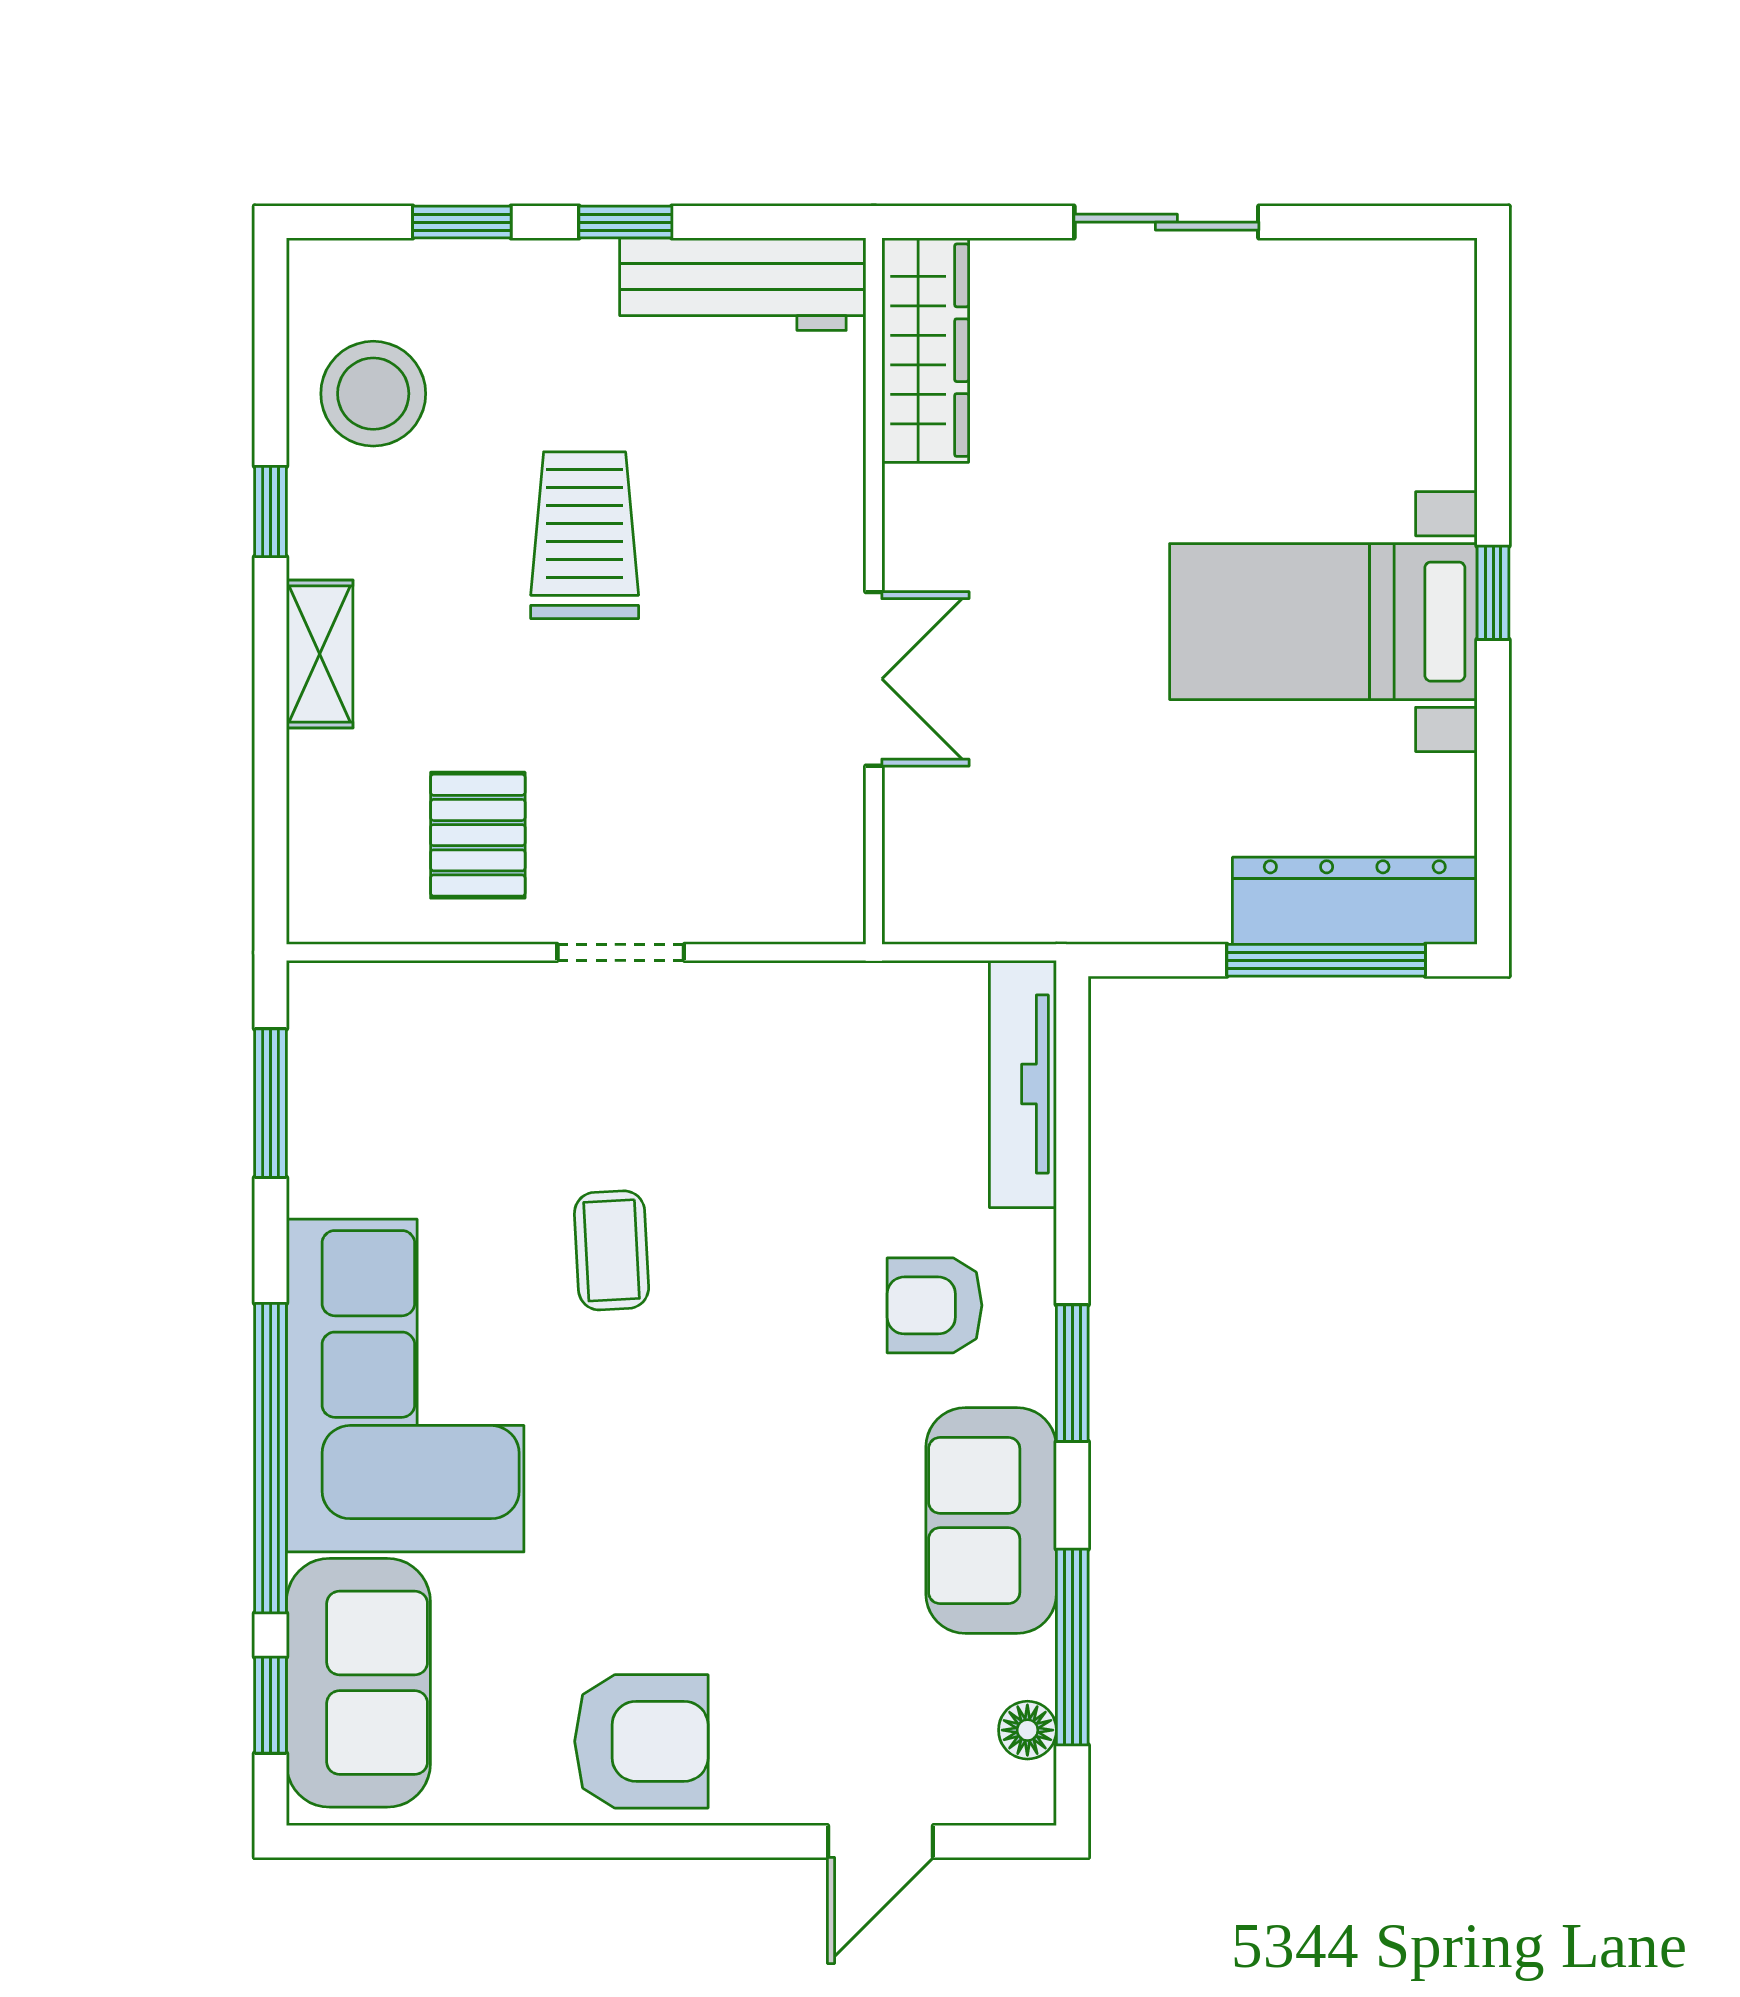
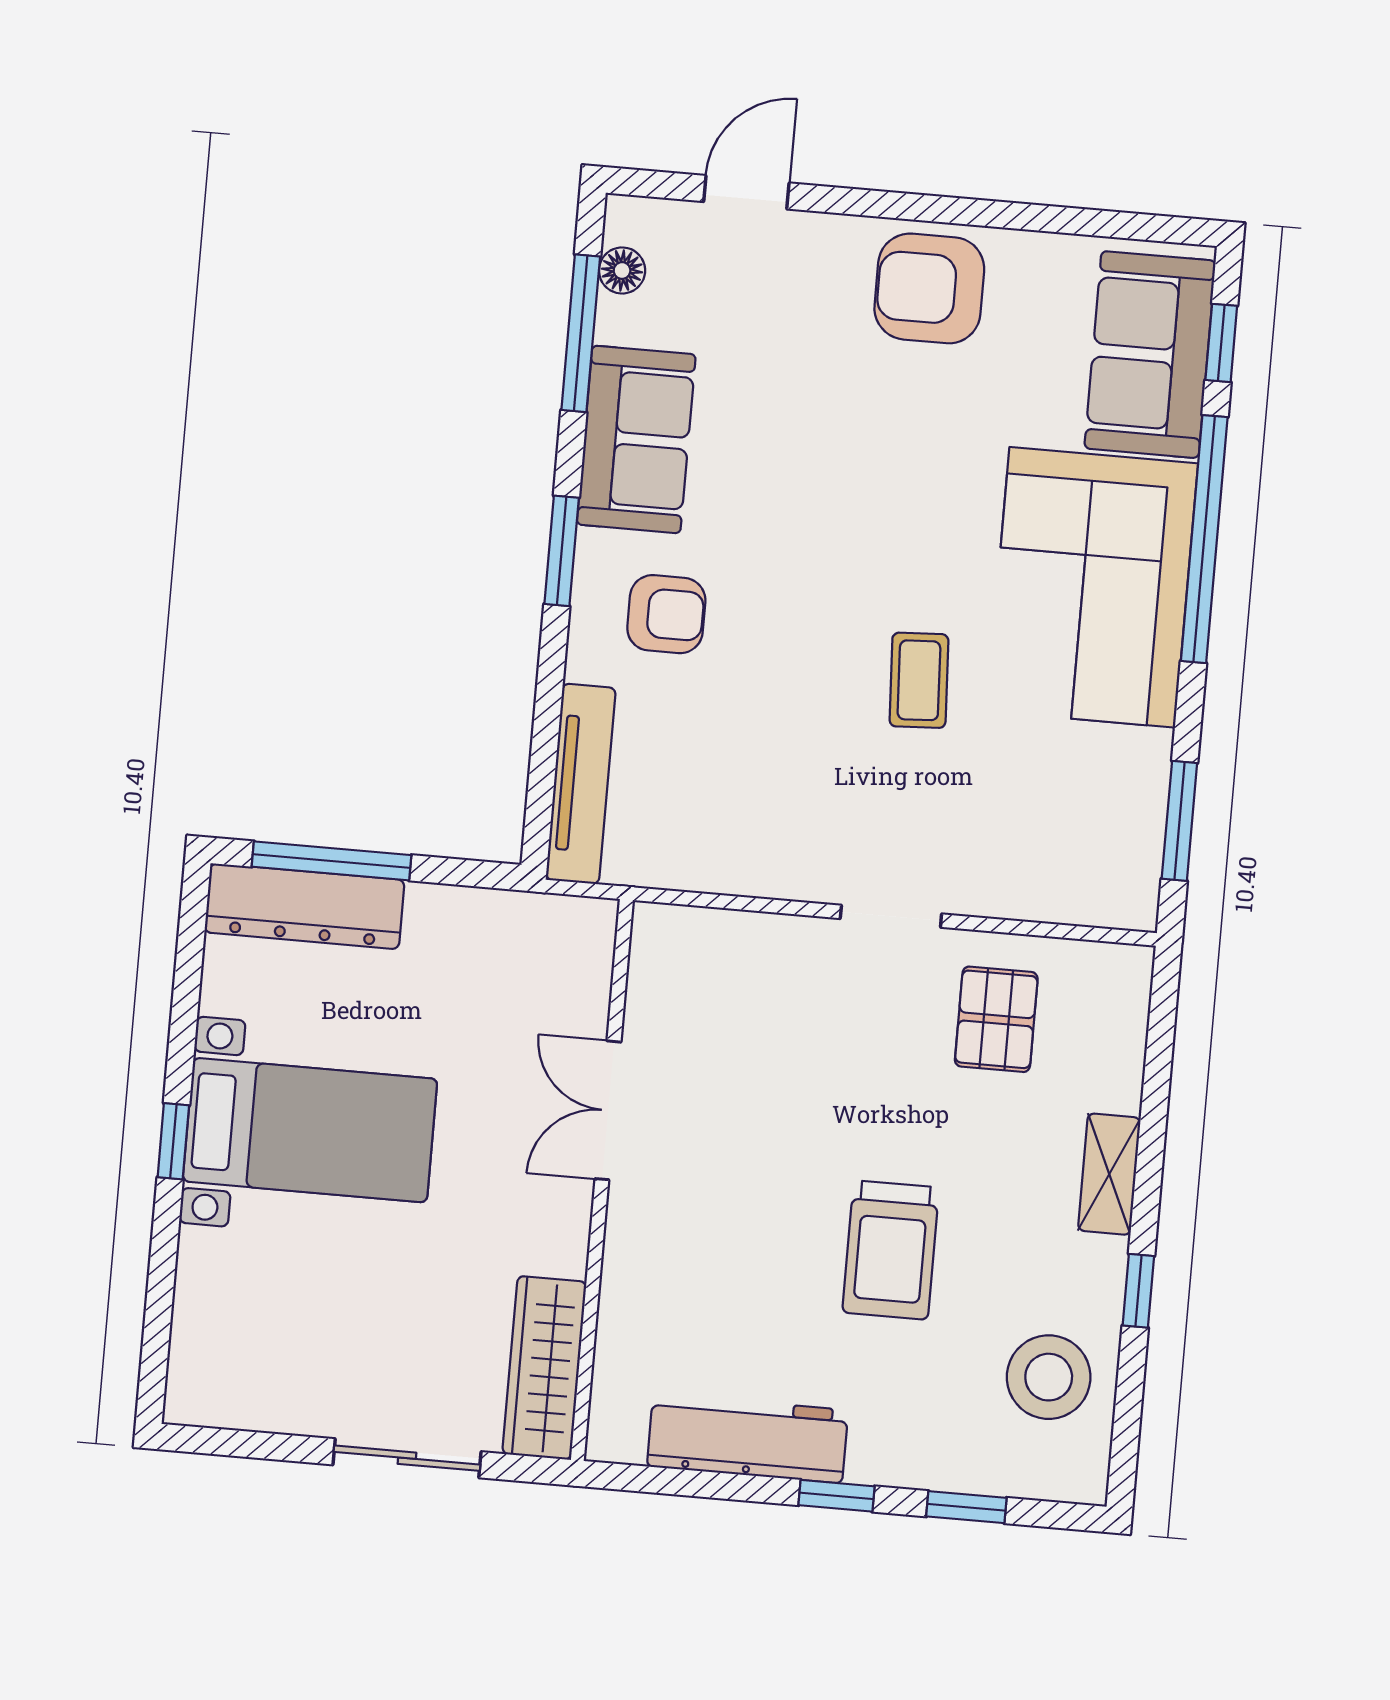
wardrobe: (925, 350) -> (544, 1368), moved
wall: (874, 591) -> (602, 1180), moved
double door: (874, 679) -> (608, 1110), moved

